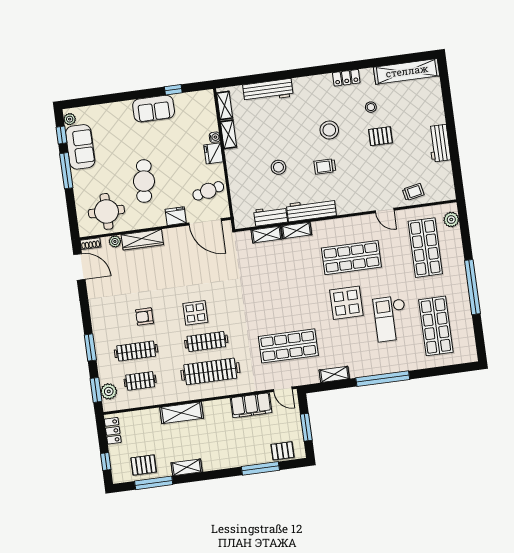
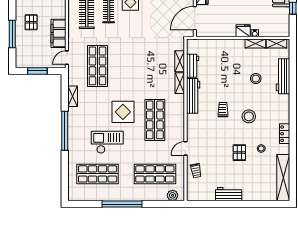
stool: (278, 167) -> (256, 79), moved
cafe table: (208, 191) -> (217, 23), removed
pallet: (283, 451) -> (31, 22), moved

